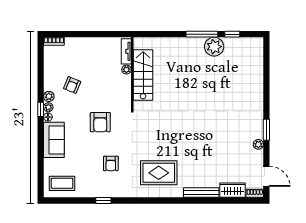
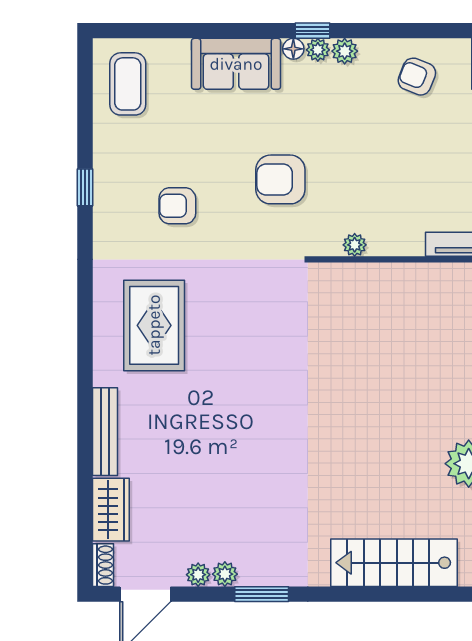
plant: (126, 70) -> (355, 245), moved
stairs: (143, 75) -> (394, 563), moved, turned 180
armchair: (72, 85) -> (417, 77), moved
plant: (259, 155) -> (198, 575), added

